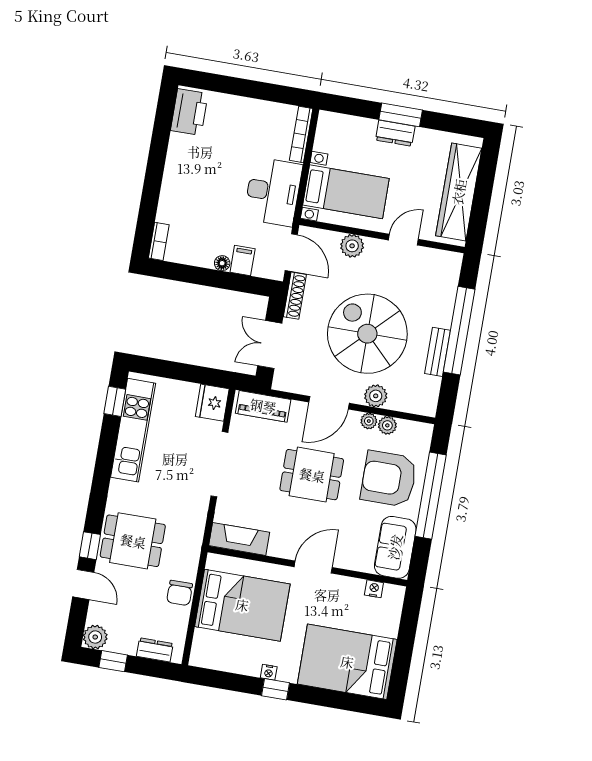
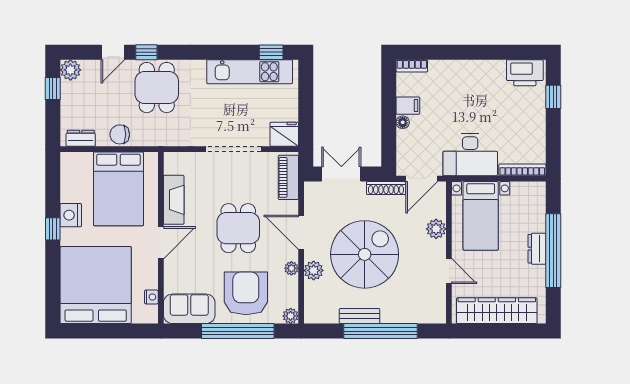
window: (223, 84) -> (553, 97), added
window: (401, 115) -> (553, 251), width x2.11
filing cabinet: (243, 261) -> (408, 106), moved
plant: (387, 425) -> (291, 316), moved
fireplace: (239, 539) -> (174, 200), moved
door: (313, 567) -> (161, 243), hinge flipped
dresser: (155, 650) -> (81, 138), moved, turned -90
bed: (347, 662) -> (96, 285), width x1.36
nightstand: (269, 672) -> (71, 215), width x1.89, depth x1.79

